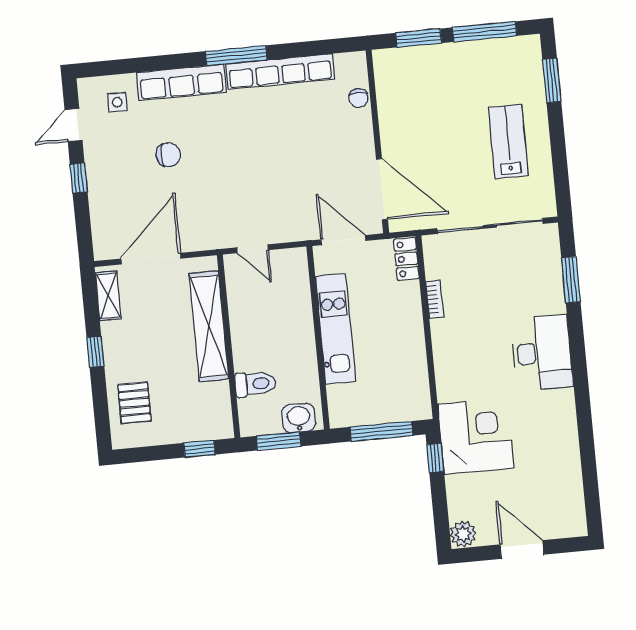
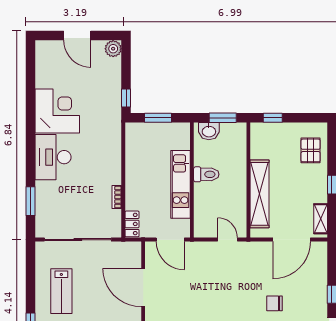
door: (382, 189) -> (143, 288), moved
toilet: (255, 384) -> (206, 174), moved, turned 180
window: (381, 431) -> (158, 118), width x0.69
corner desk: (476, 436) -> (57, 111), moved, turned 180

